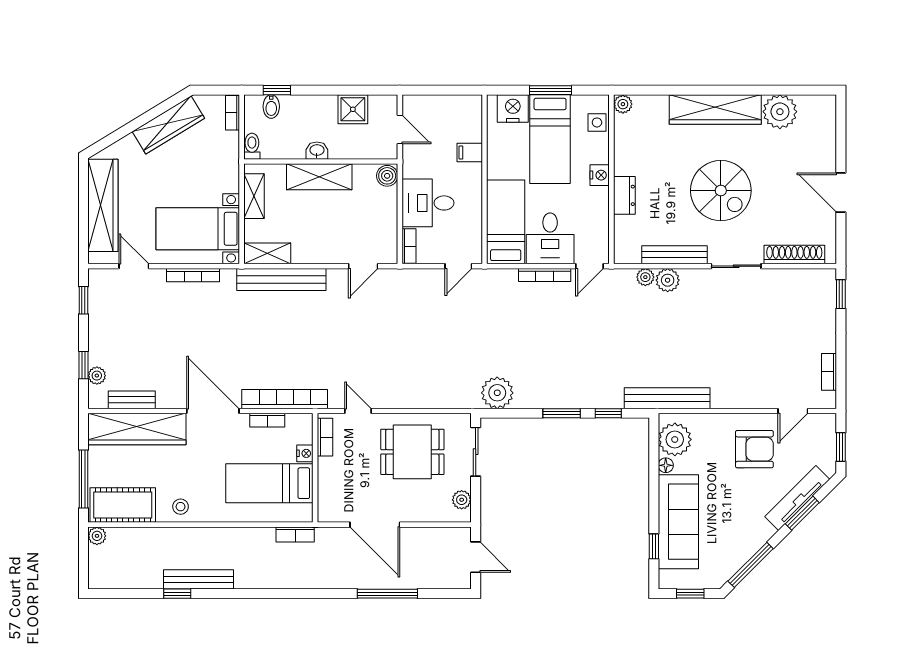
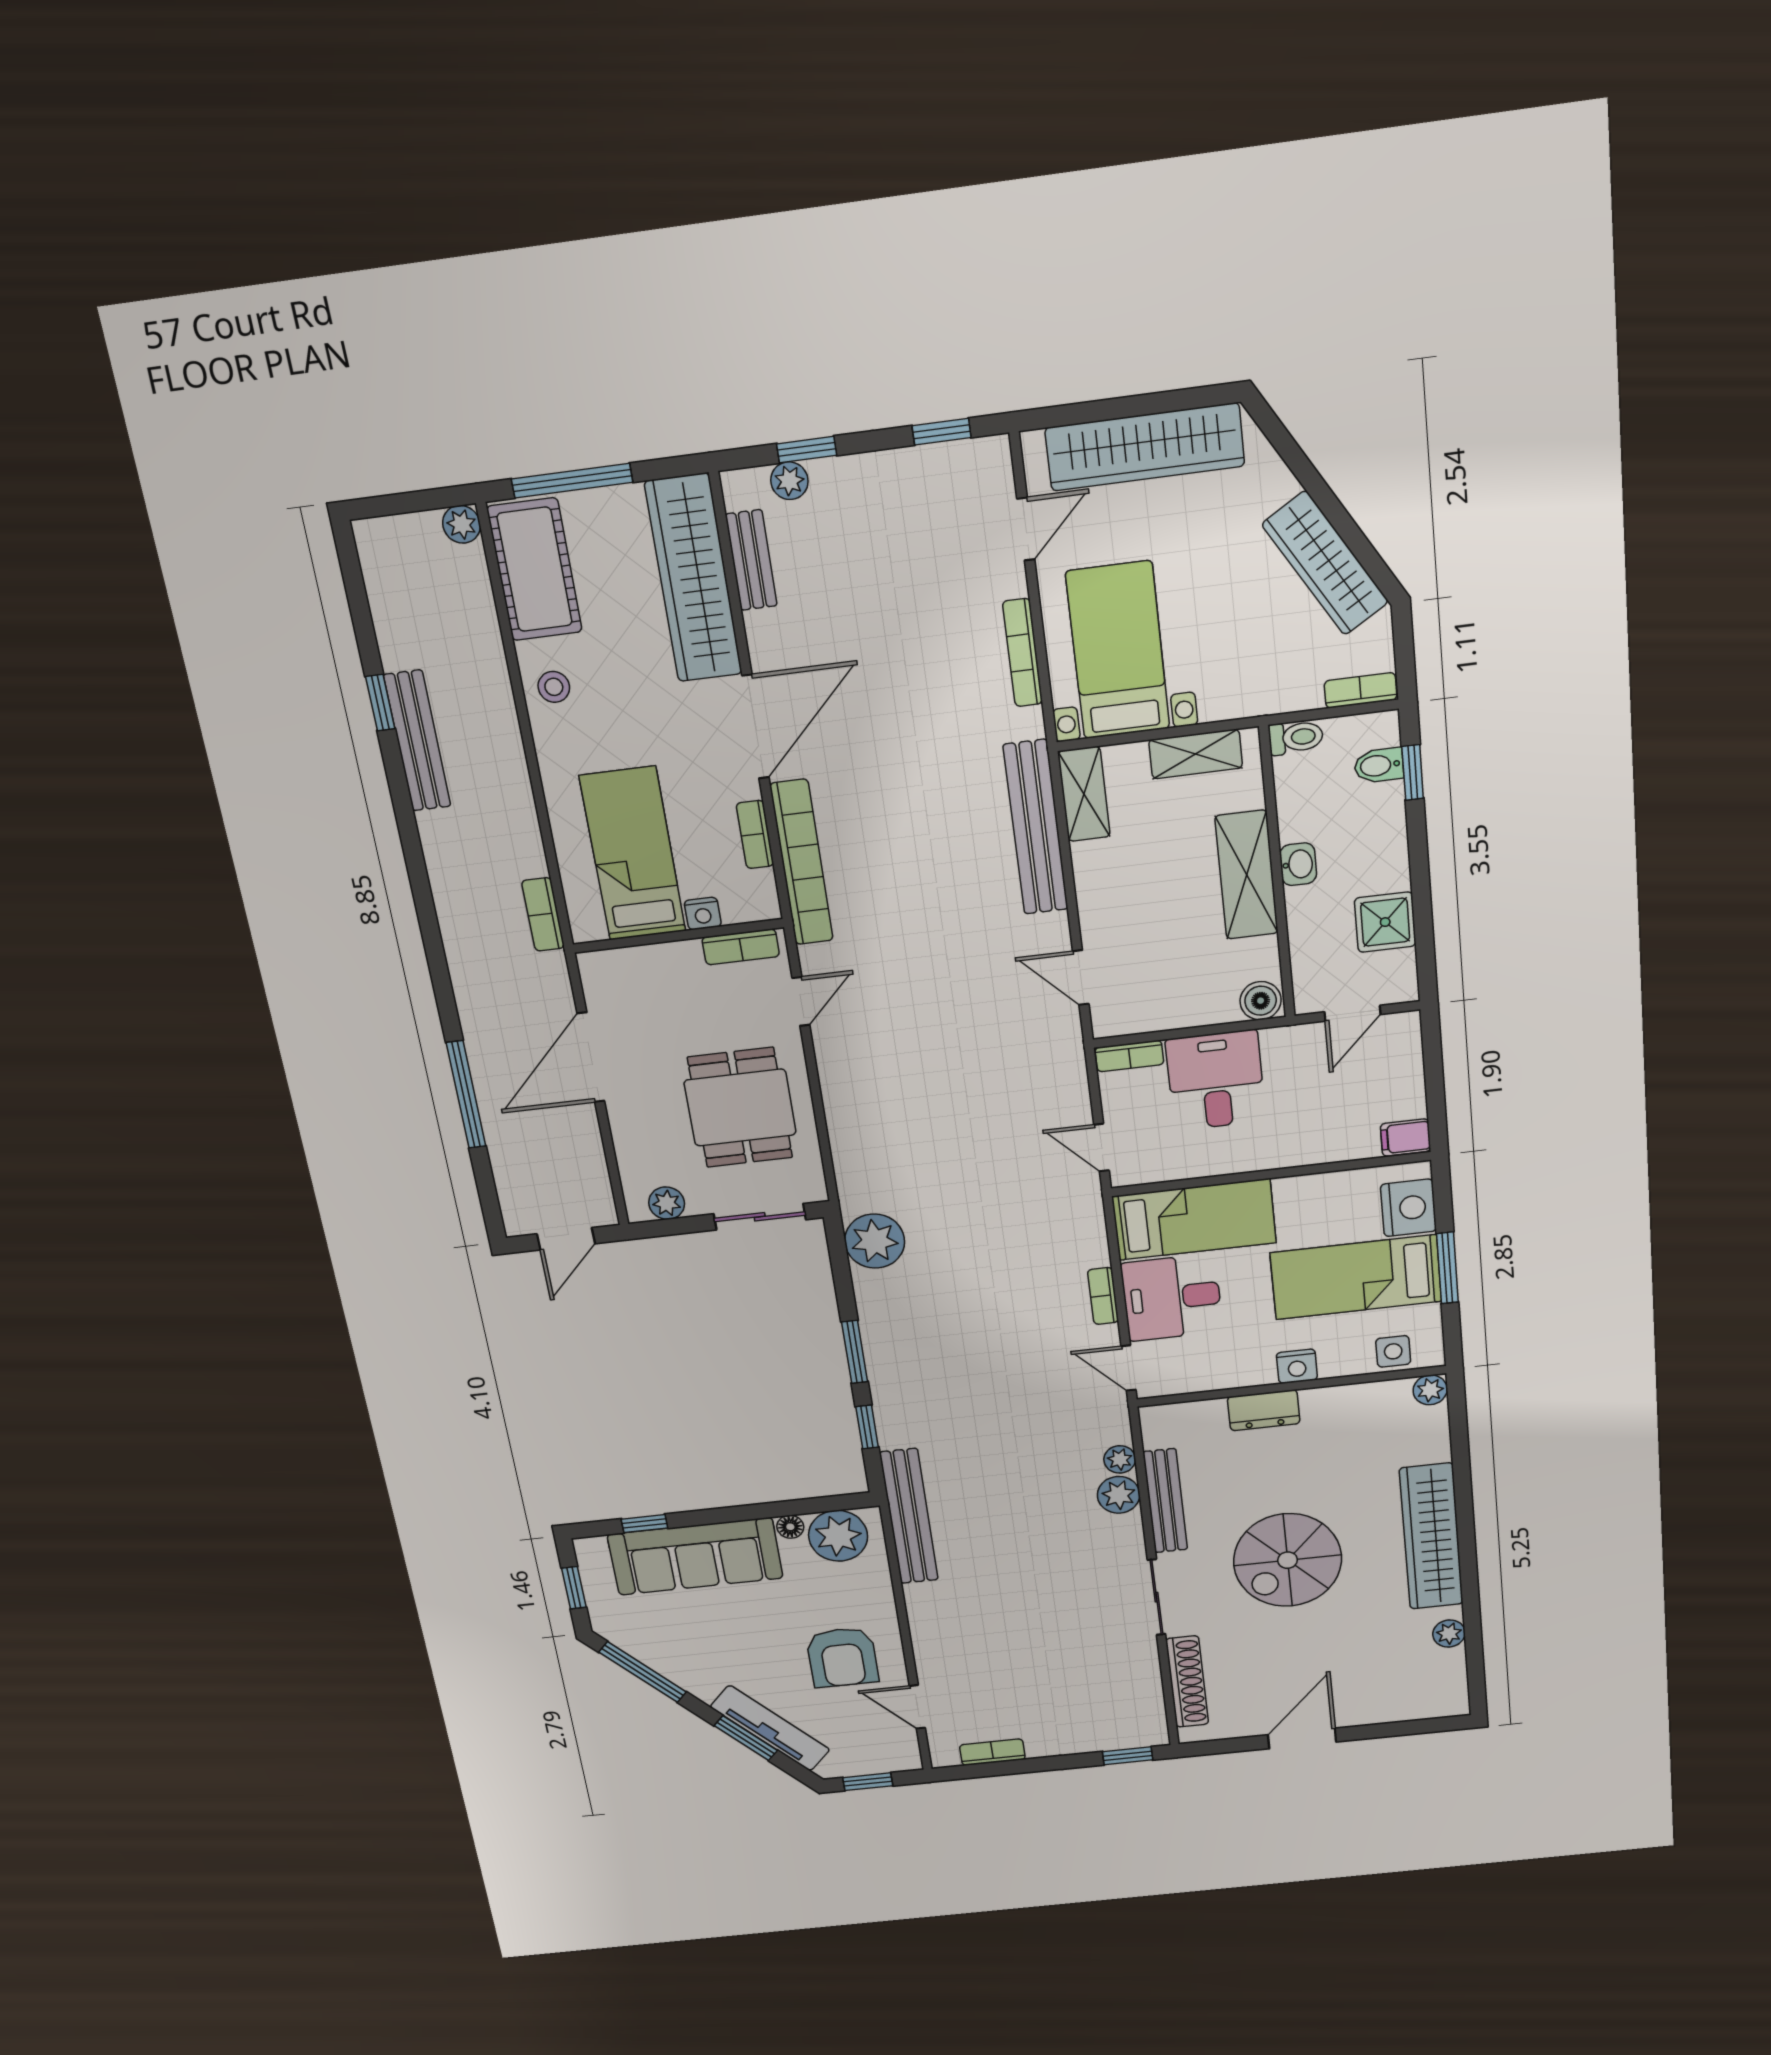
plant: (780, 112) -> (1449, 1634), width x0.53, depth x0.53
filing cabinet: (470, 153) -> (1405, 1138), moved, turned -90
bookcase: (545, 275) -> (1103, 1296), width x0.64

